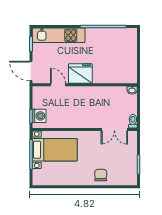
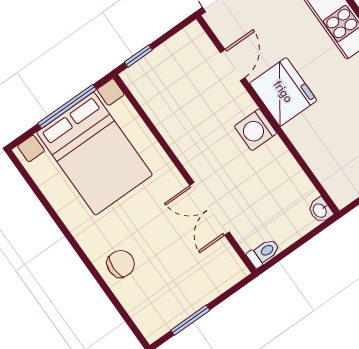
washing machine: (39, 116) -> (256, 130), moved, turned 90
double door: (114, 129) -> (209, 209), moved
bed with nightstands: (55, 150) -> (94, 154), width x1.36

